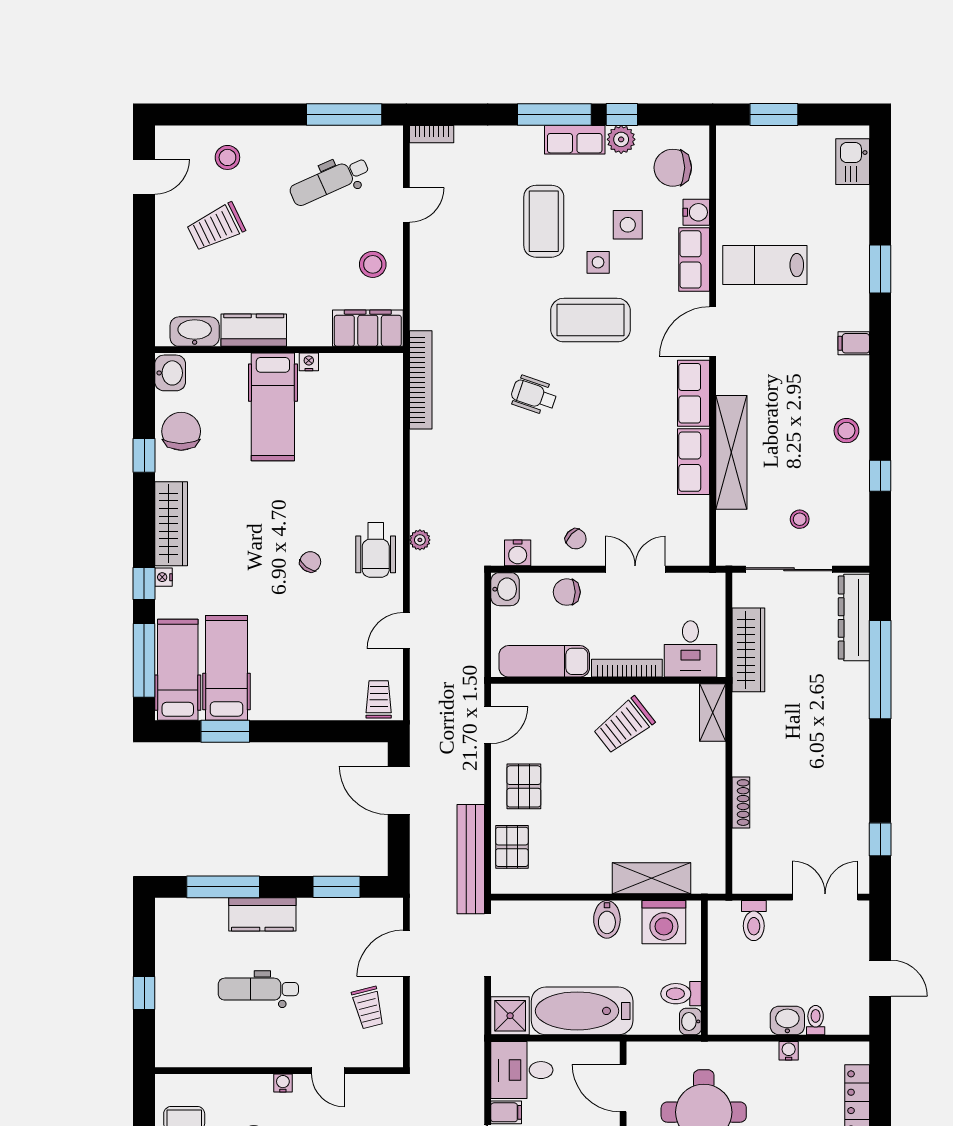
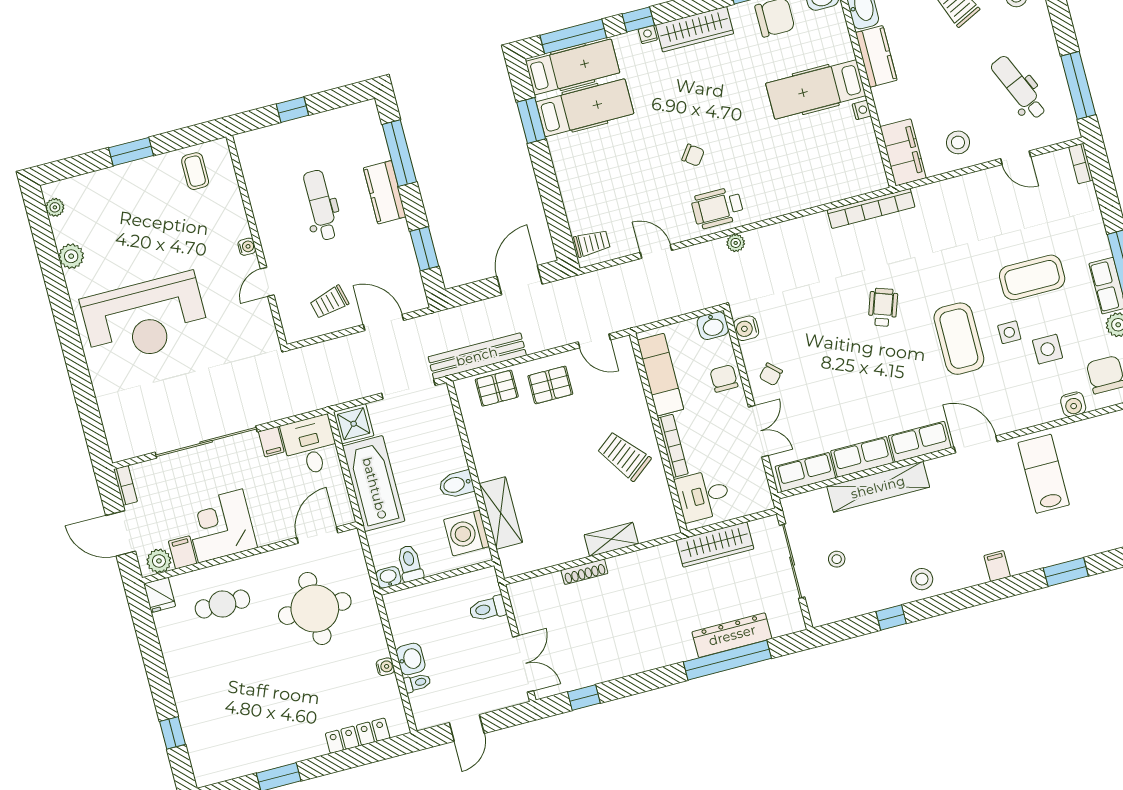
row of seats: (694, 259) -> (805, 472), moved
dresser: (854, 618) -> (732, 635), moved
shelving: (713, 712) -> (611, 539), moved

